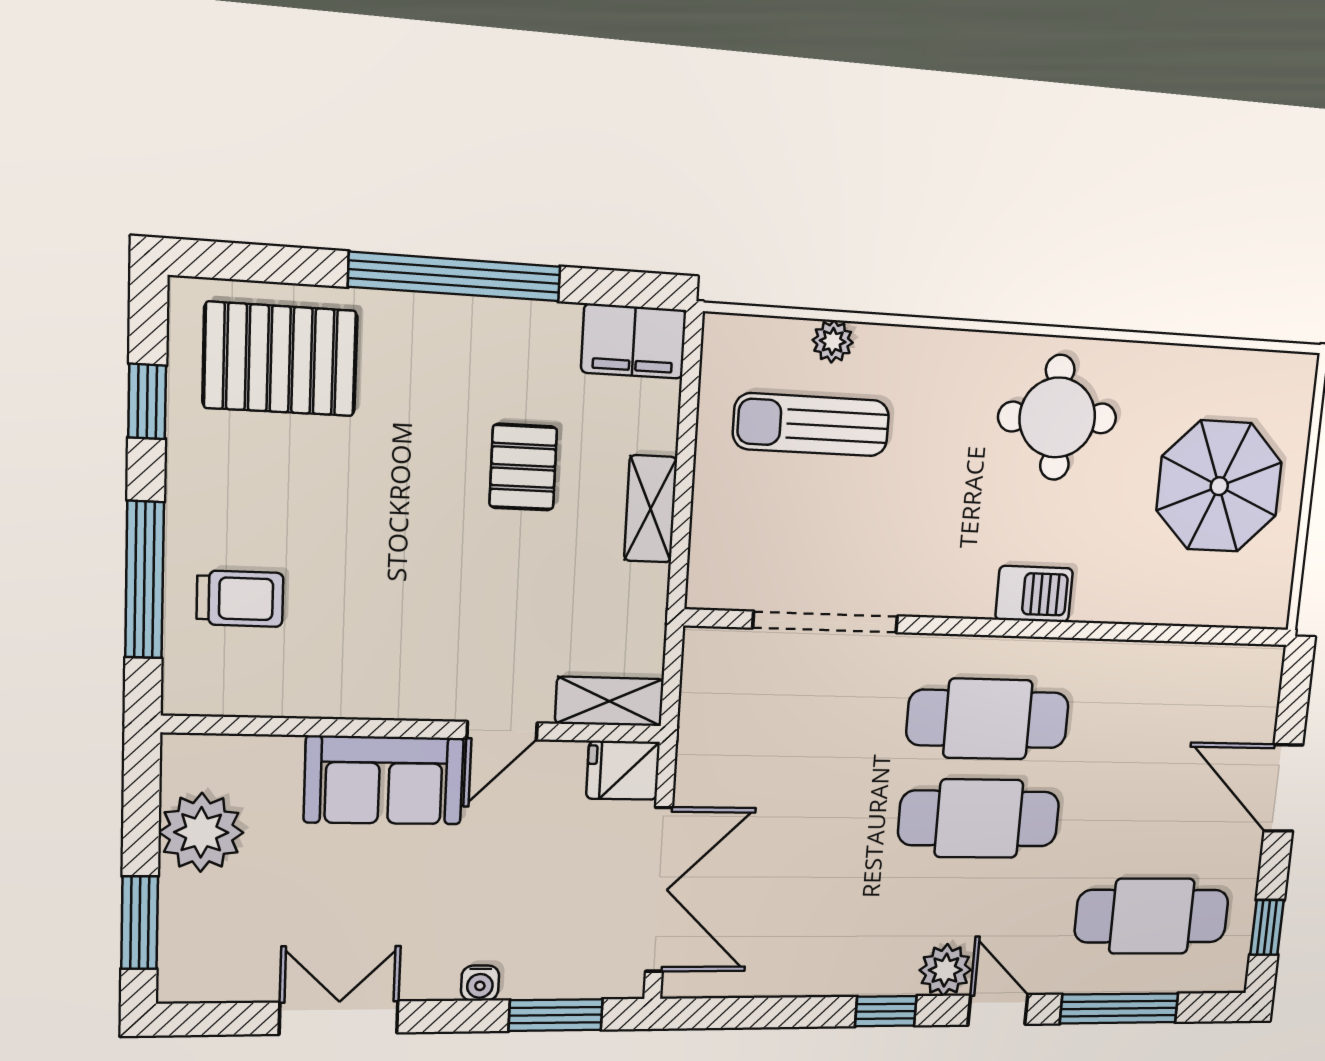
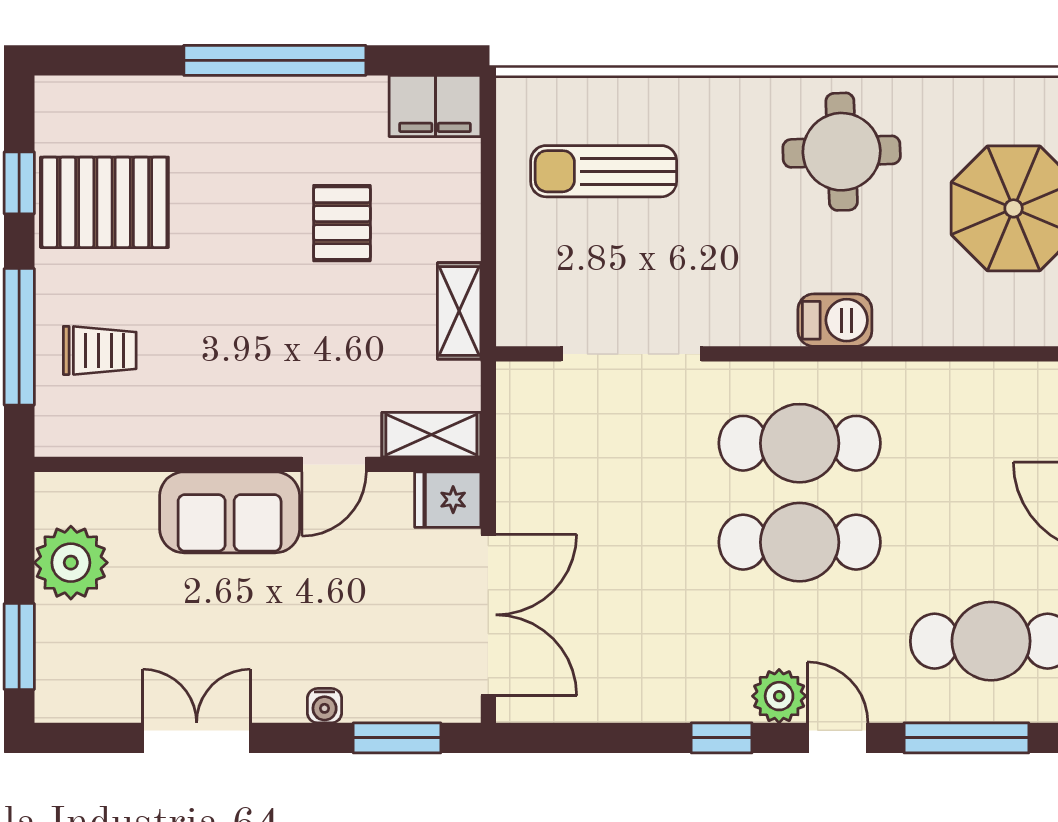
plant: (833, 341) -> (618, 95), removed
pallet: (280, 359) -> (104, 202), moved
shelving: (651, 509) -> (459, 311), moved

